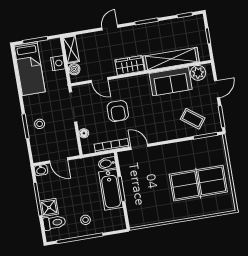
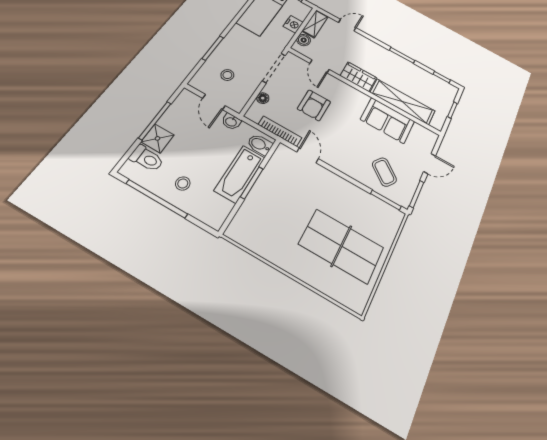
door: (110, 28) -> (347, 25), moved
plant: (198, 73) -> (420, 134), removed
stool: (40, 124) -> (227, 75), moved
washbasin: (41, 170) -> (231, 122), moved

